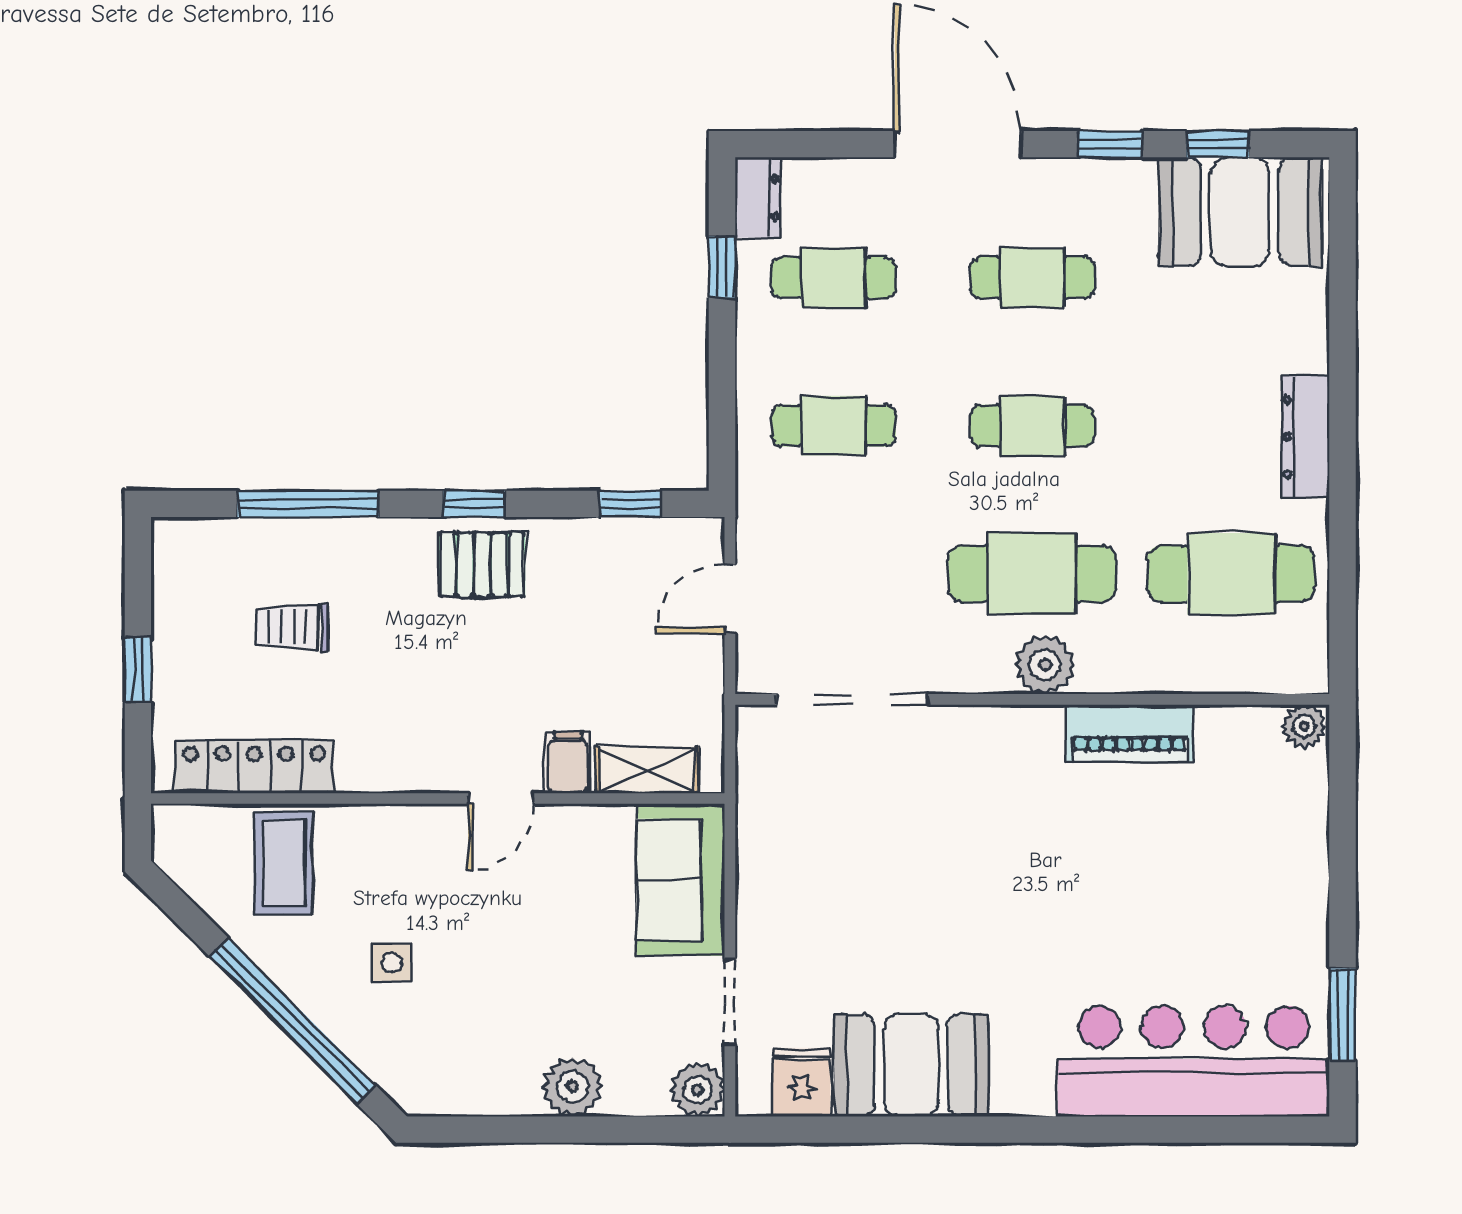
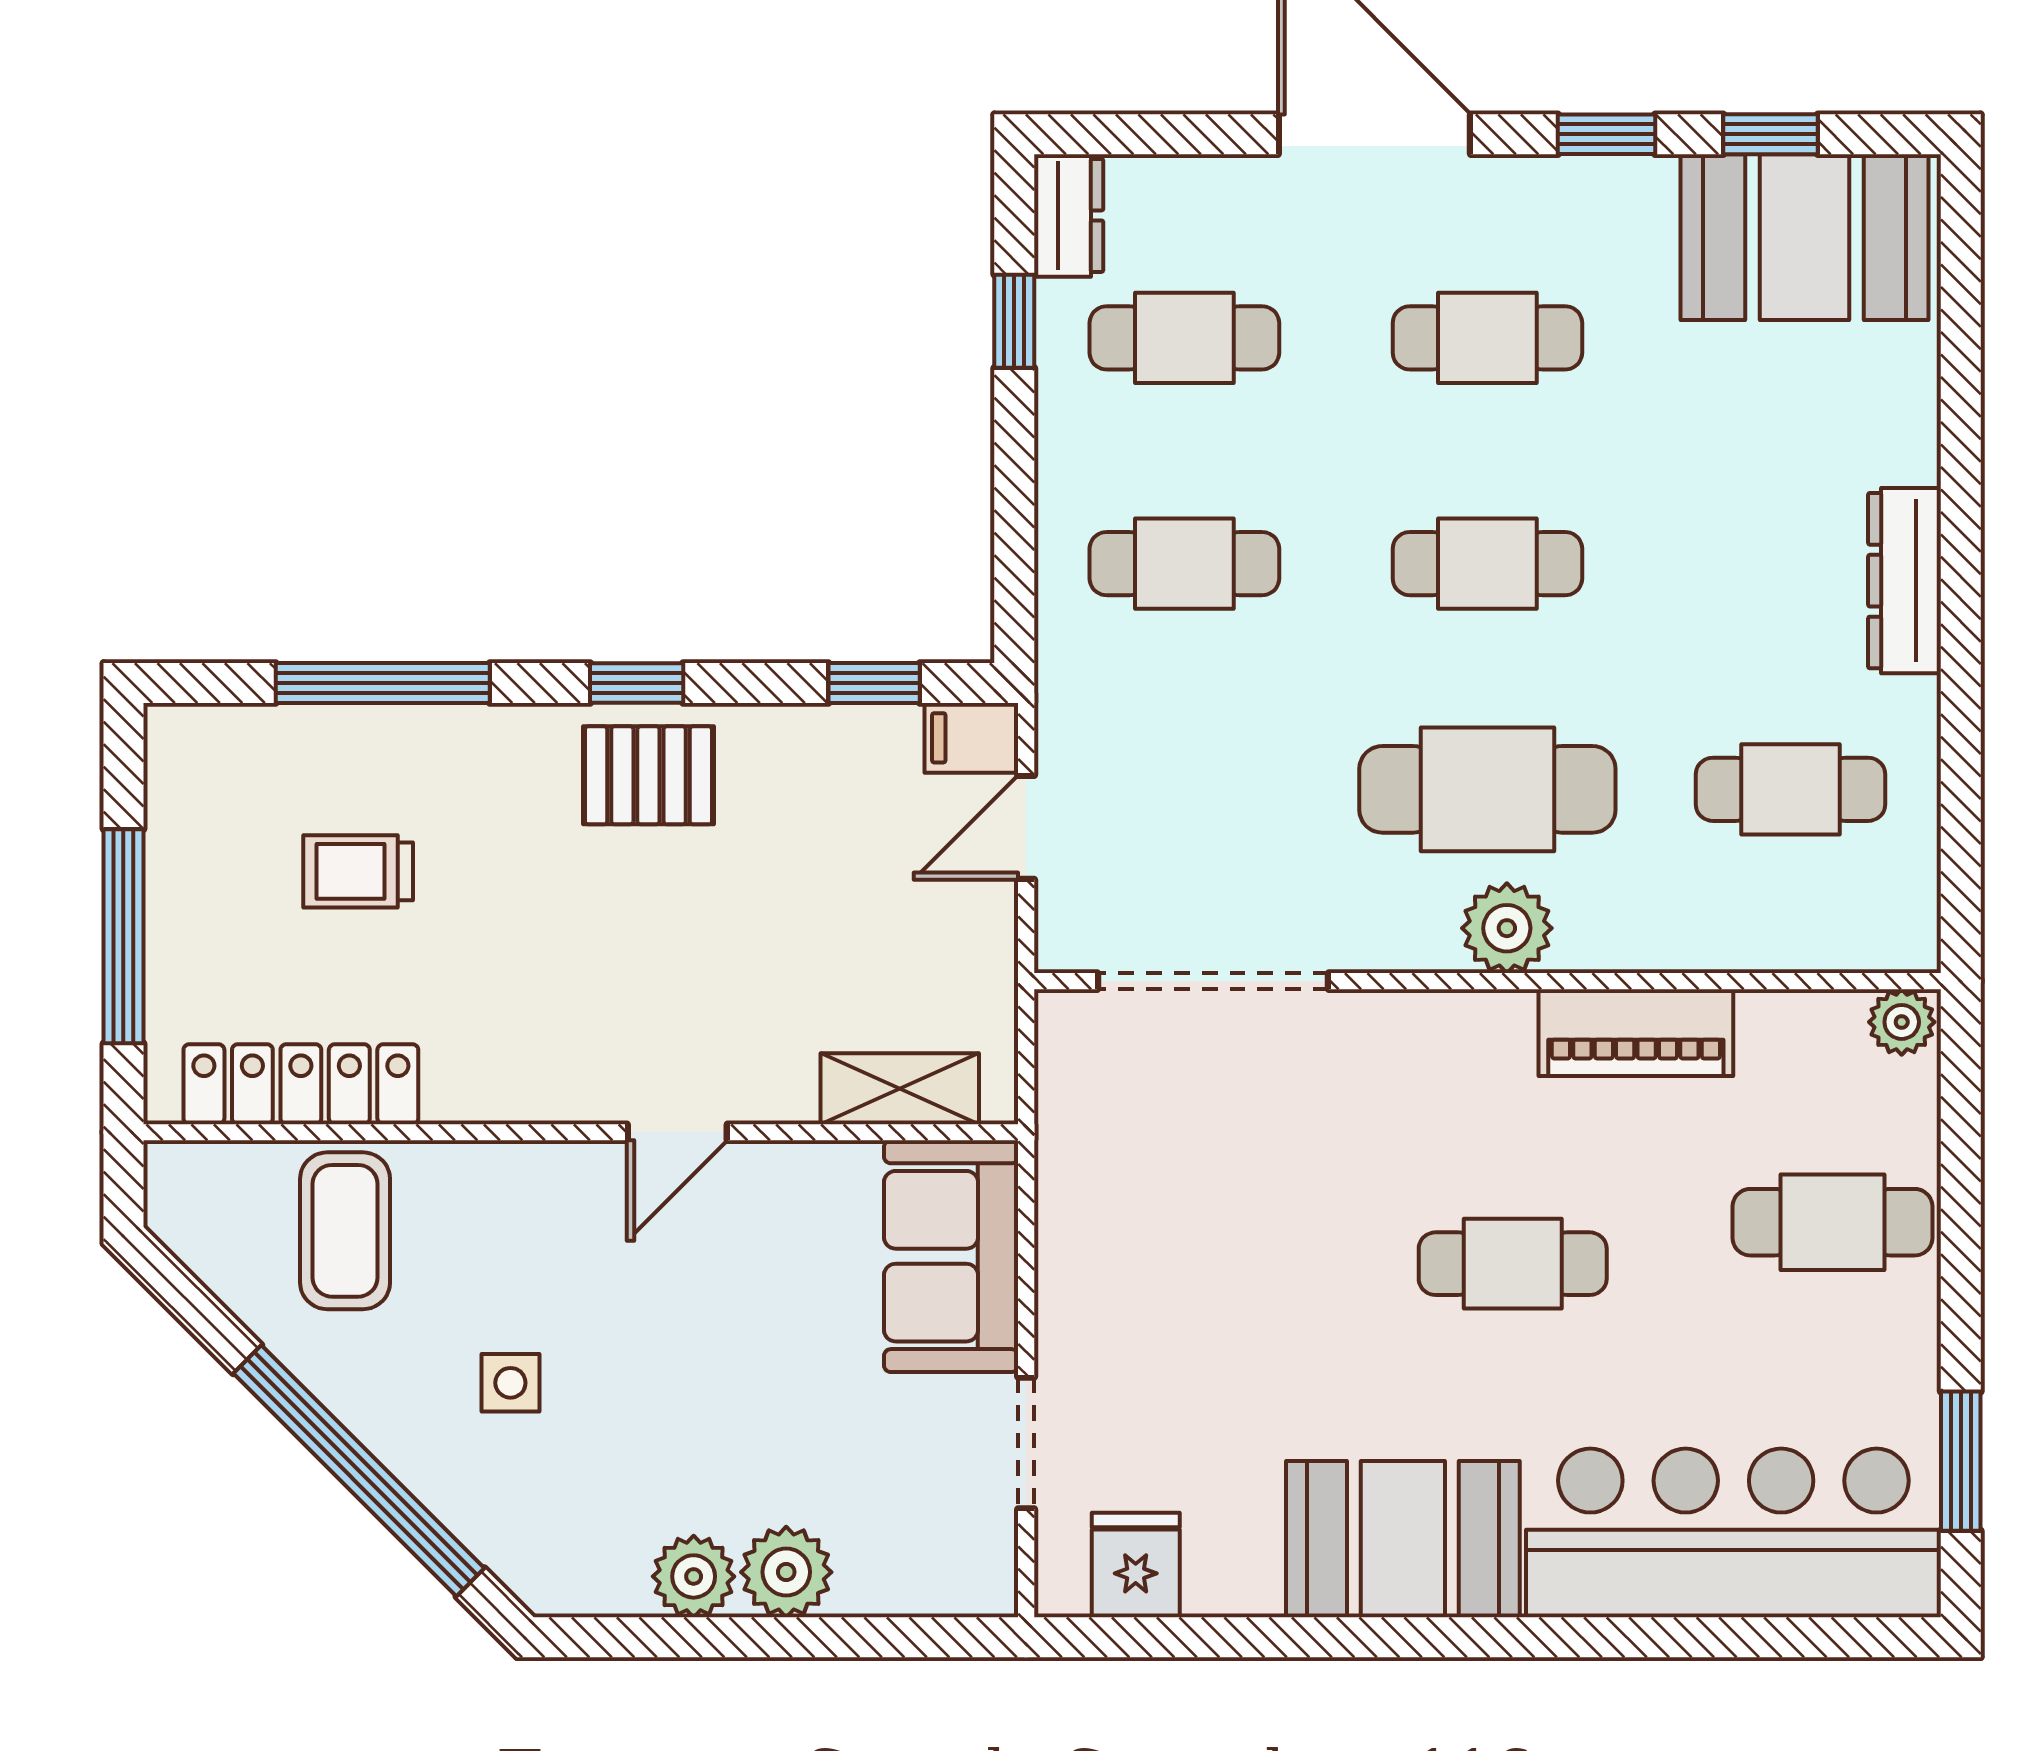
cafe table: (1231, 574) -> (1791, 789), width x0.73, depth x0.74
window: (138, 670) -> (123, 936), width x2.17
filing cabinet: (568, 763) -> (971, 738), moved, turned -90
cafe table: (1258, 858) -> (1832, 1222), added
cafe table: (1049, 885) -> (1513, 1264), added
booth: (911, 1065) -> (1403, 1539), moved
plant: (698, 1090) -> (694, 1576), moved

